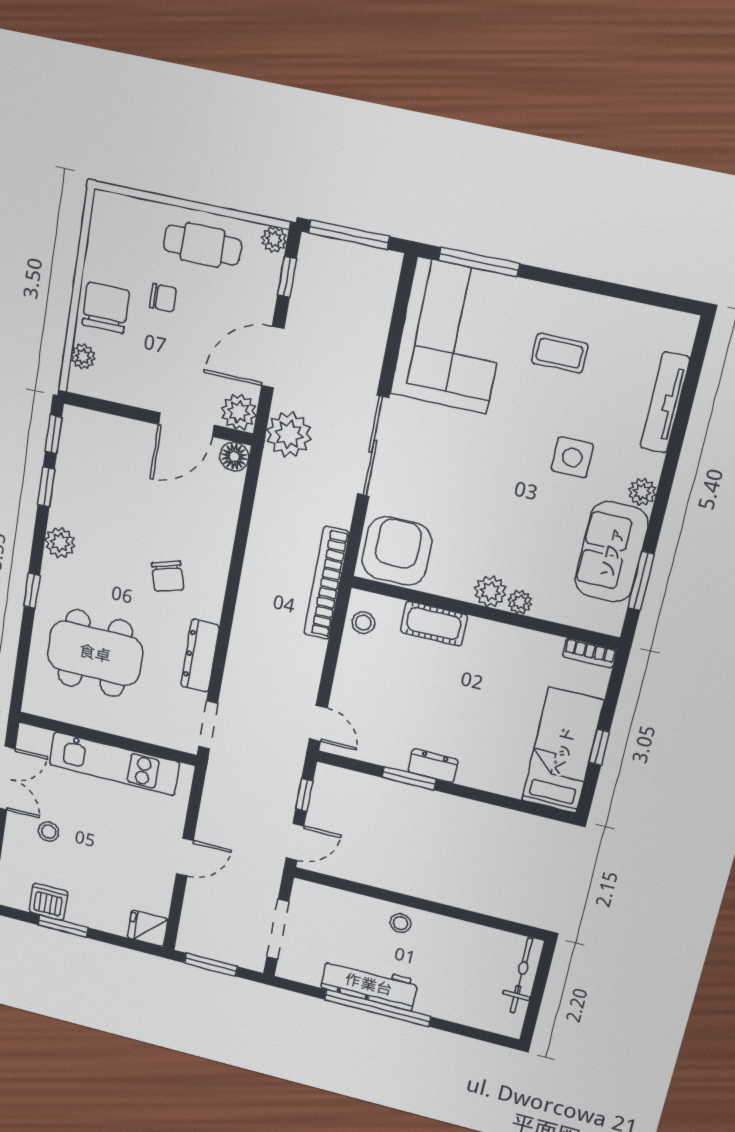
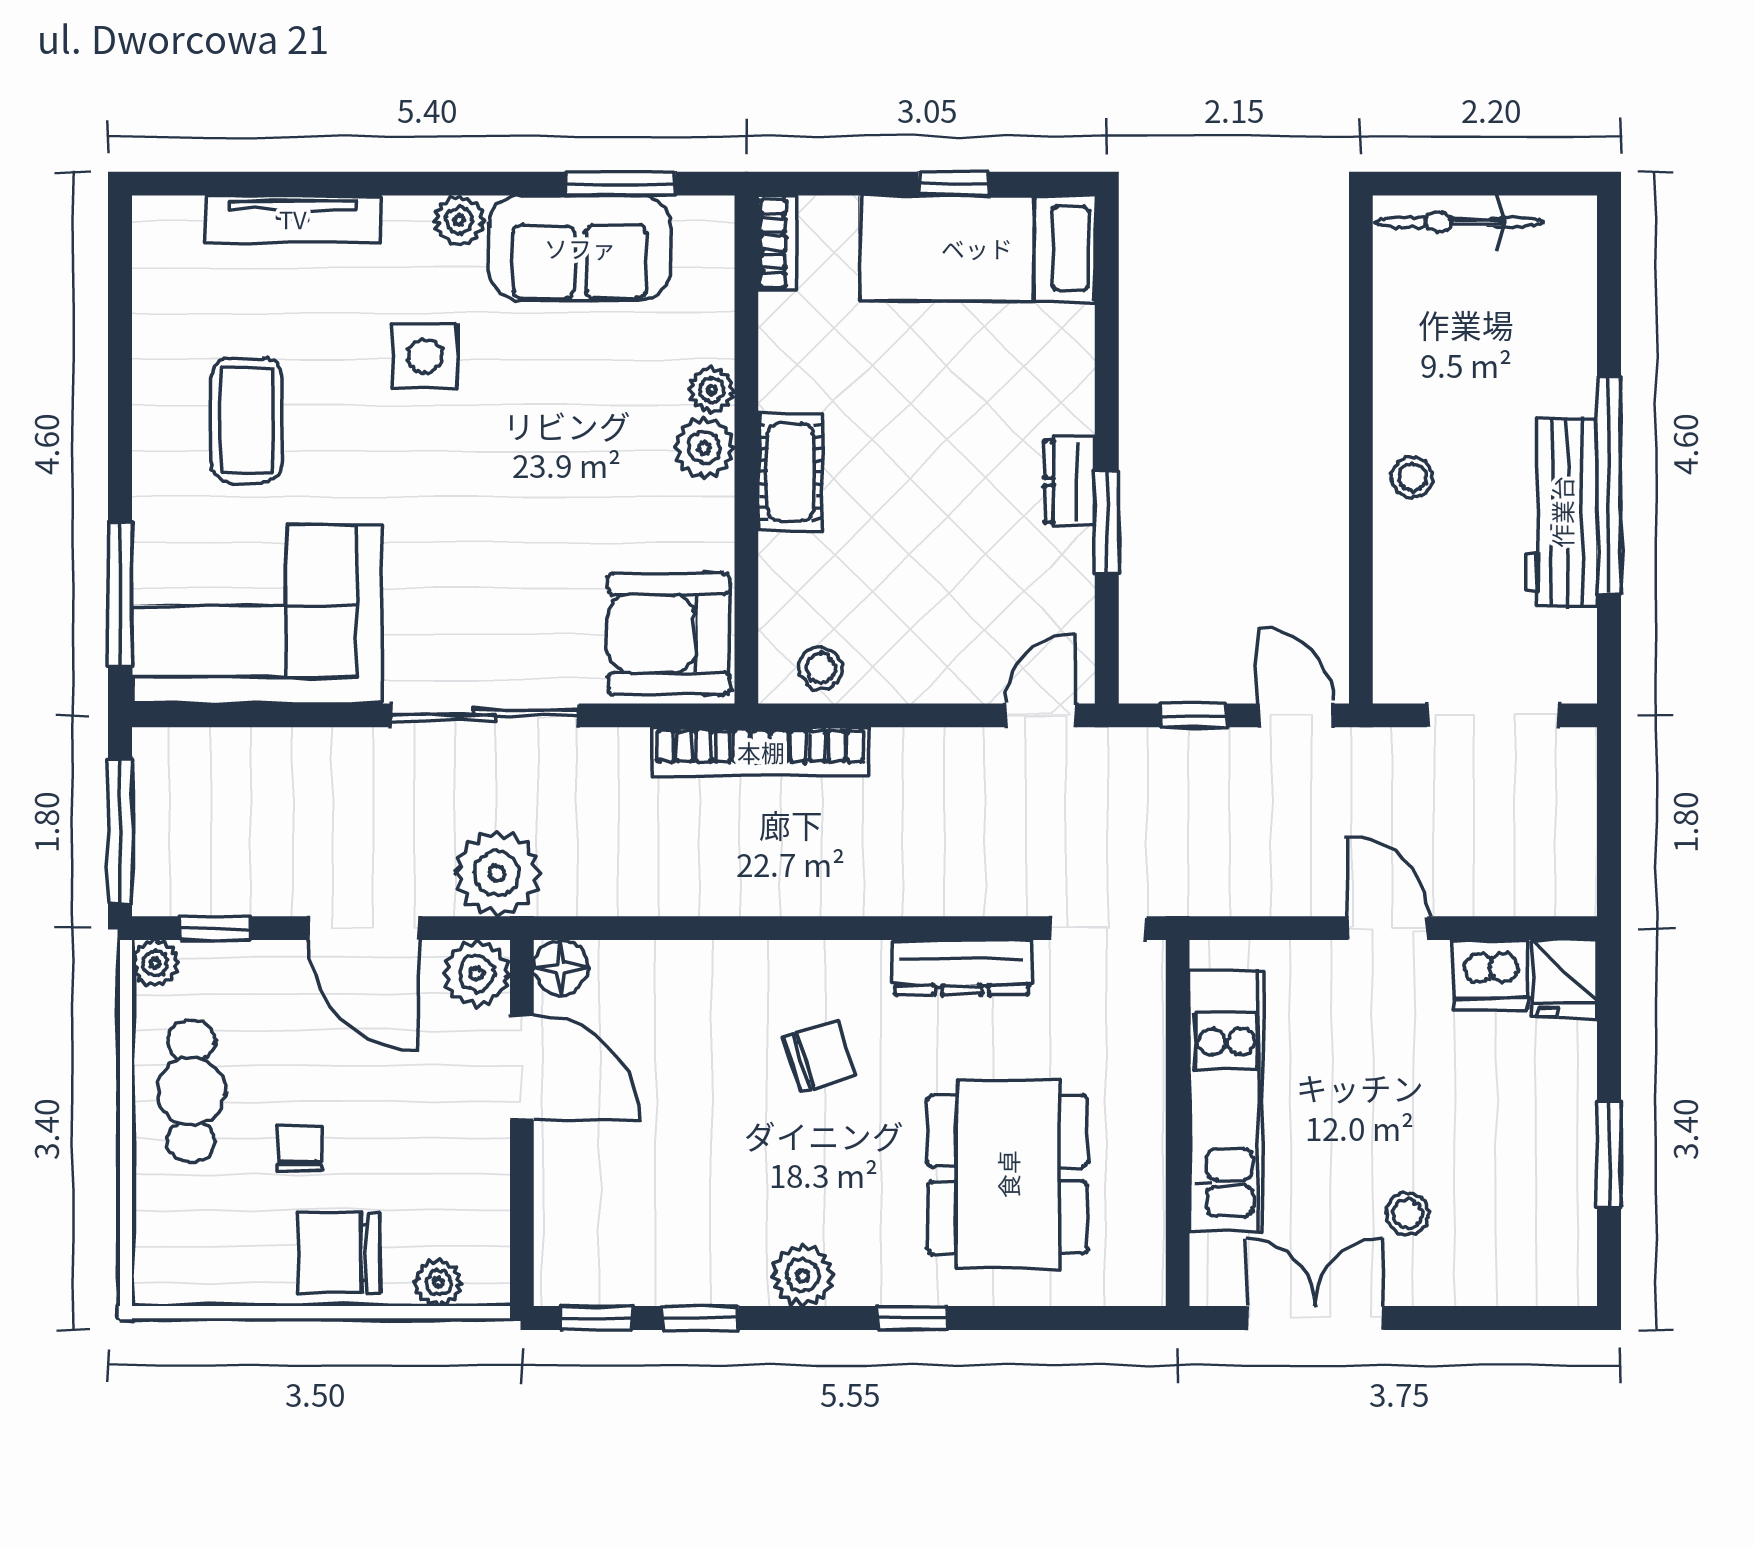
coffee table: (560, 353) -> (247, 420), width x1.36, depth x1.30
cot: (434, 624) -> (790, 472), moved
dishwasher: (48, 902) -> (1490, 975), moved, turned -90
window: (211, 965) -> (1609, 836), removed

